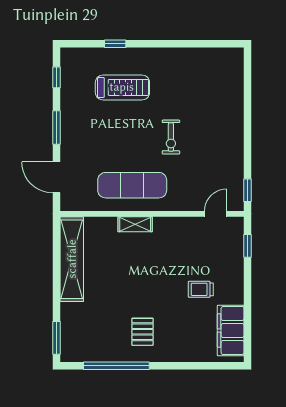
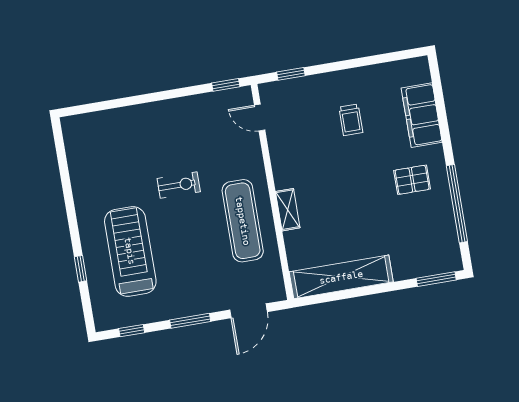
treadmill: (122, 87) -> (130, 251), width x1.37, depth x1.38
filing cabinet: (231, 331) -> (422, 115), moved, turned 90

